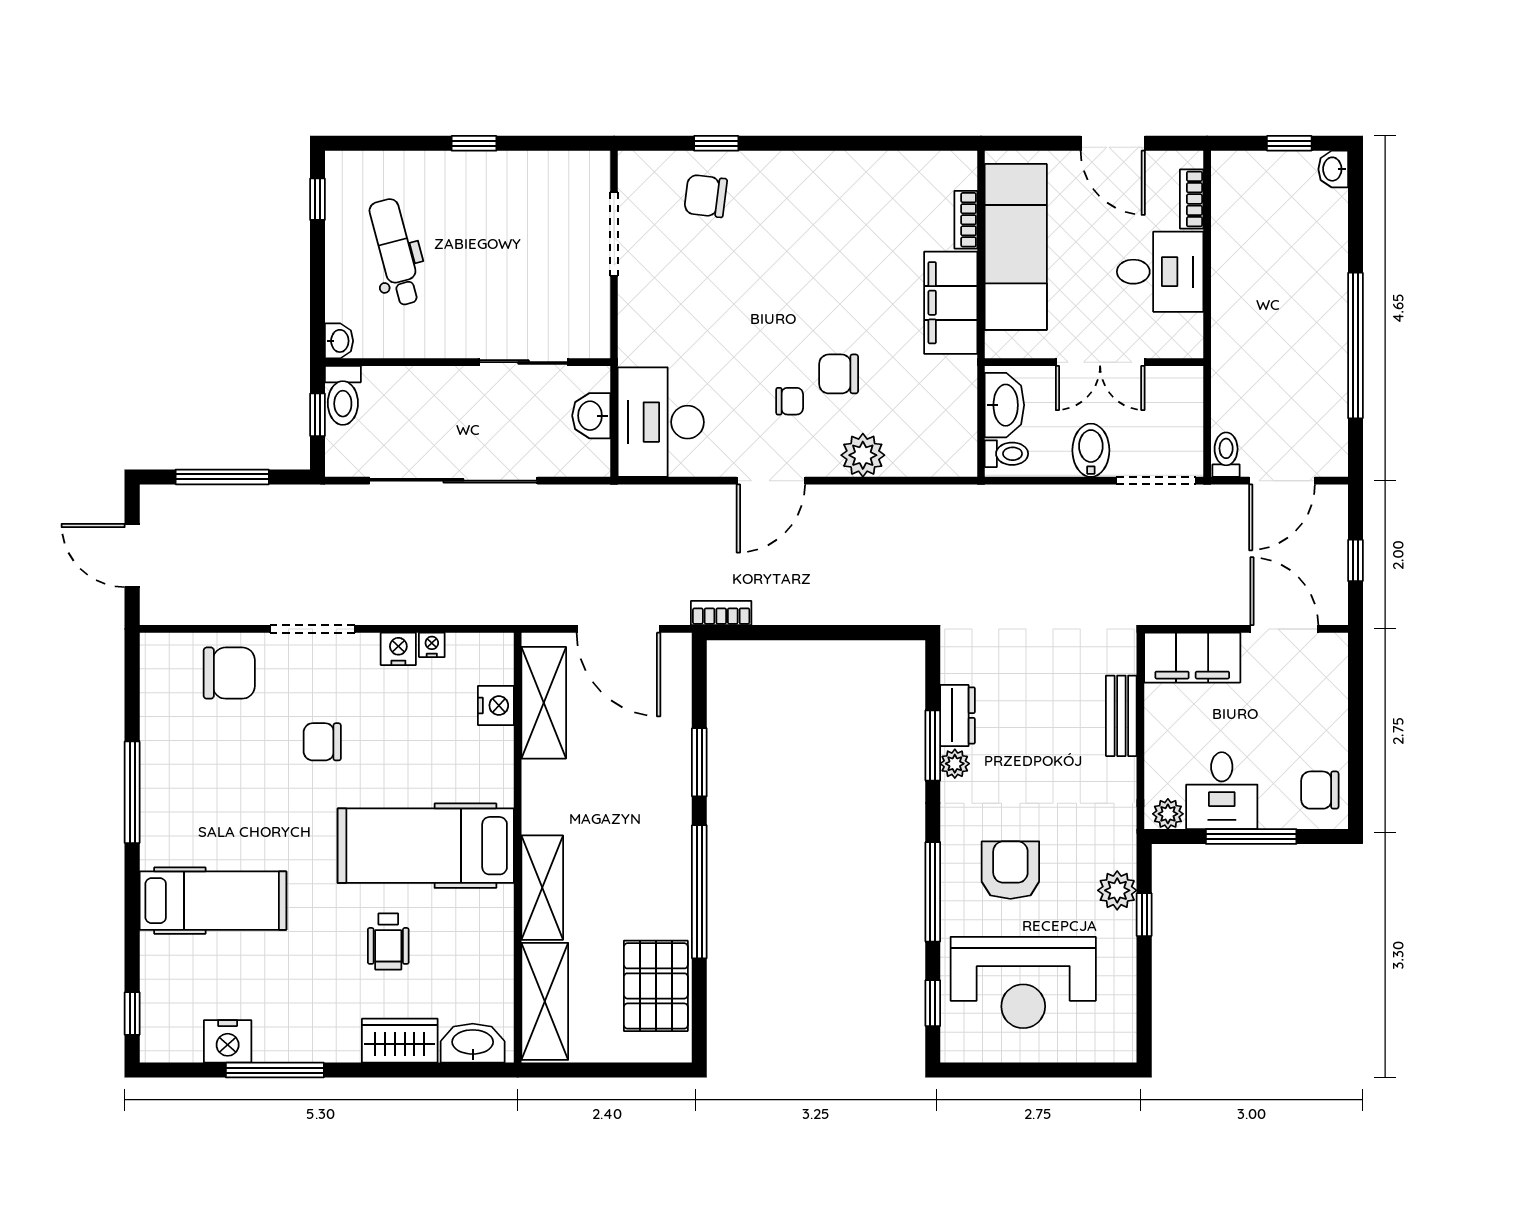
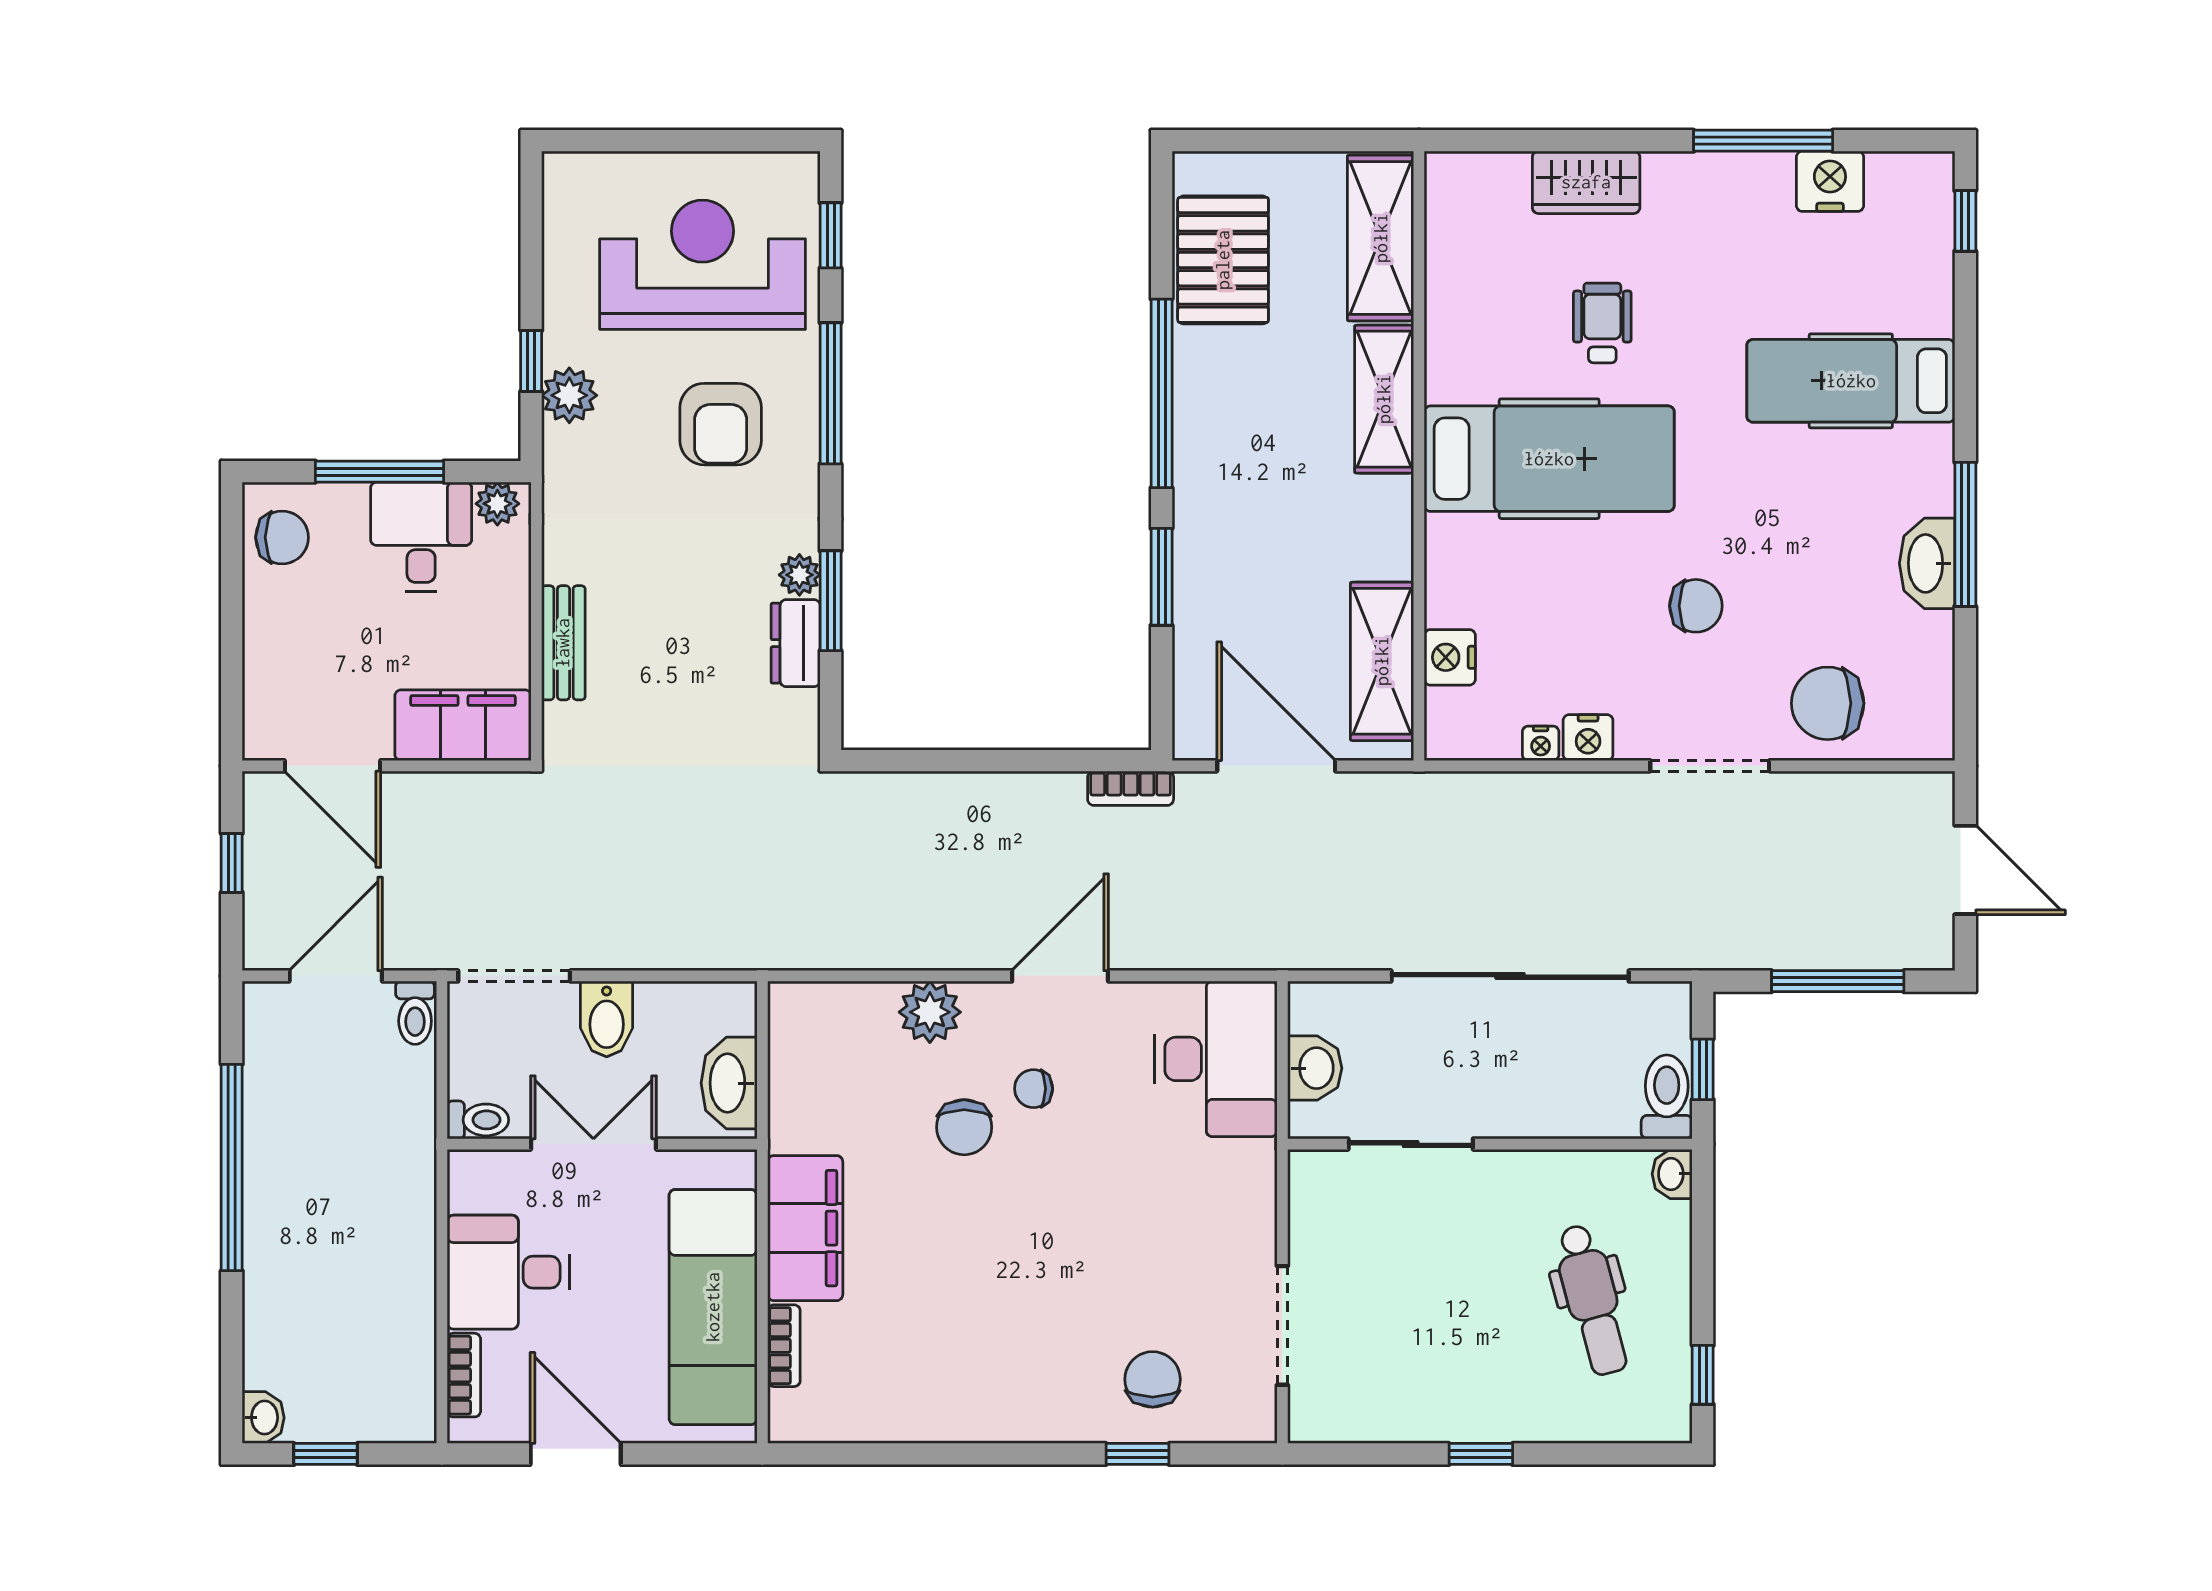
chair: (706, 196) -> (1153, 1379), turned -97
chair: (839, 374) -> (964, 1127), turned 90
toilet: (1006, 454) -> (478, 1120), moved, turned 180
washbasin: (473, 1043) -> (1927, 563), moved, turned 90

